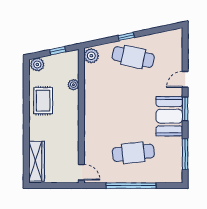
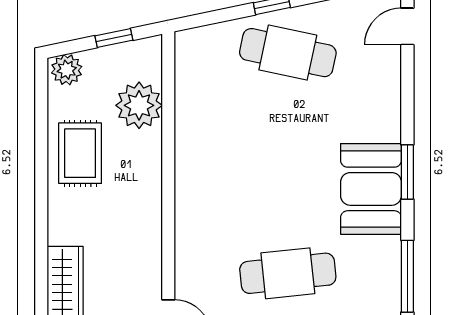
plant: (91, 56) -> (191, 50), removed
door: (185, 79) -> (407, 26), moved
plant: (73, 85) -> (139, 105), width x1.87, depth x1.87

